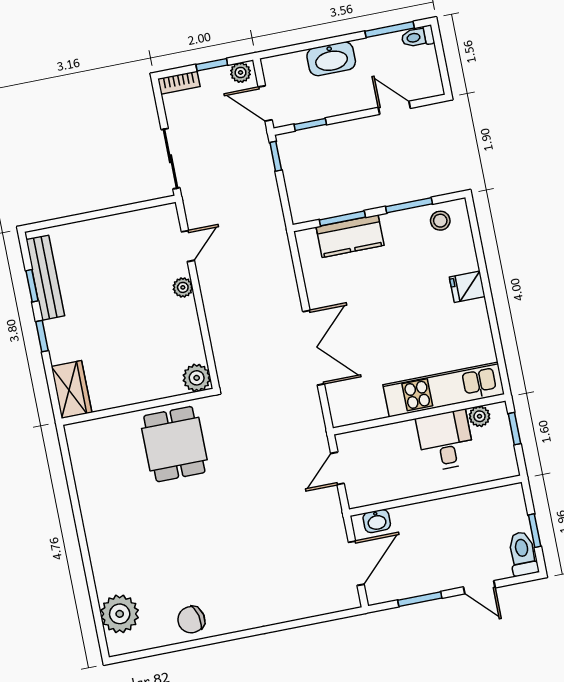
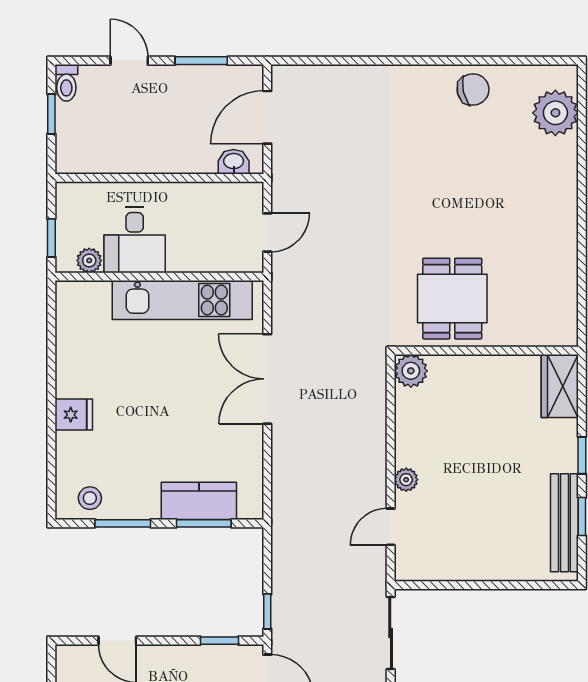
kitchen unit: (444, 390) -> (182, 300), moved
toilet: (523, 554) -> (66, 83), width x0.73, depth x0.72

